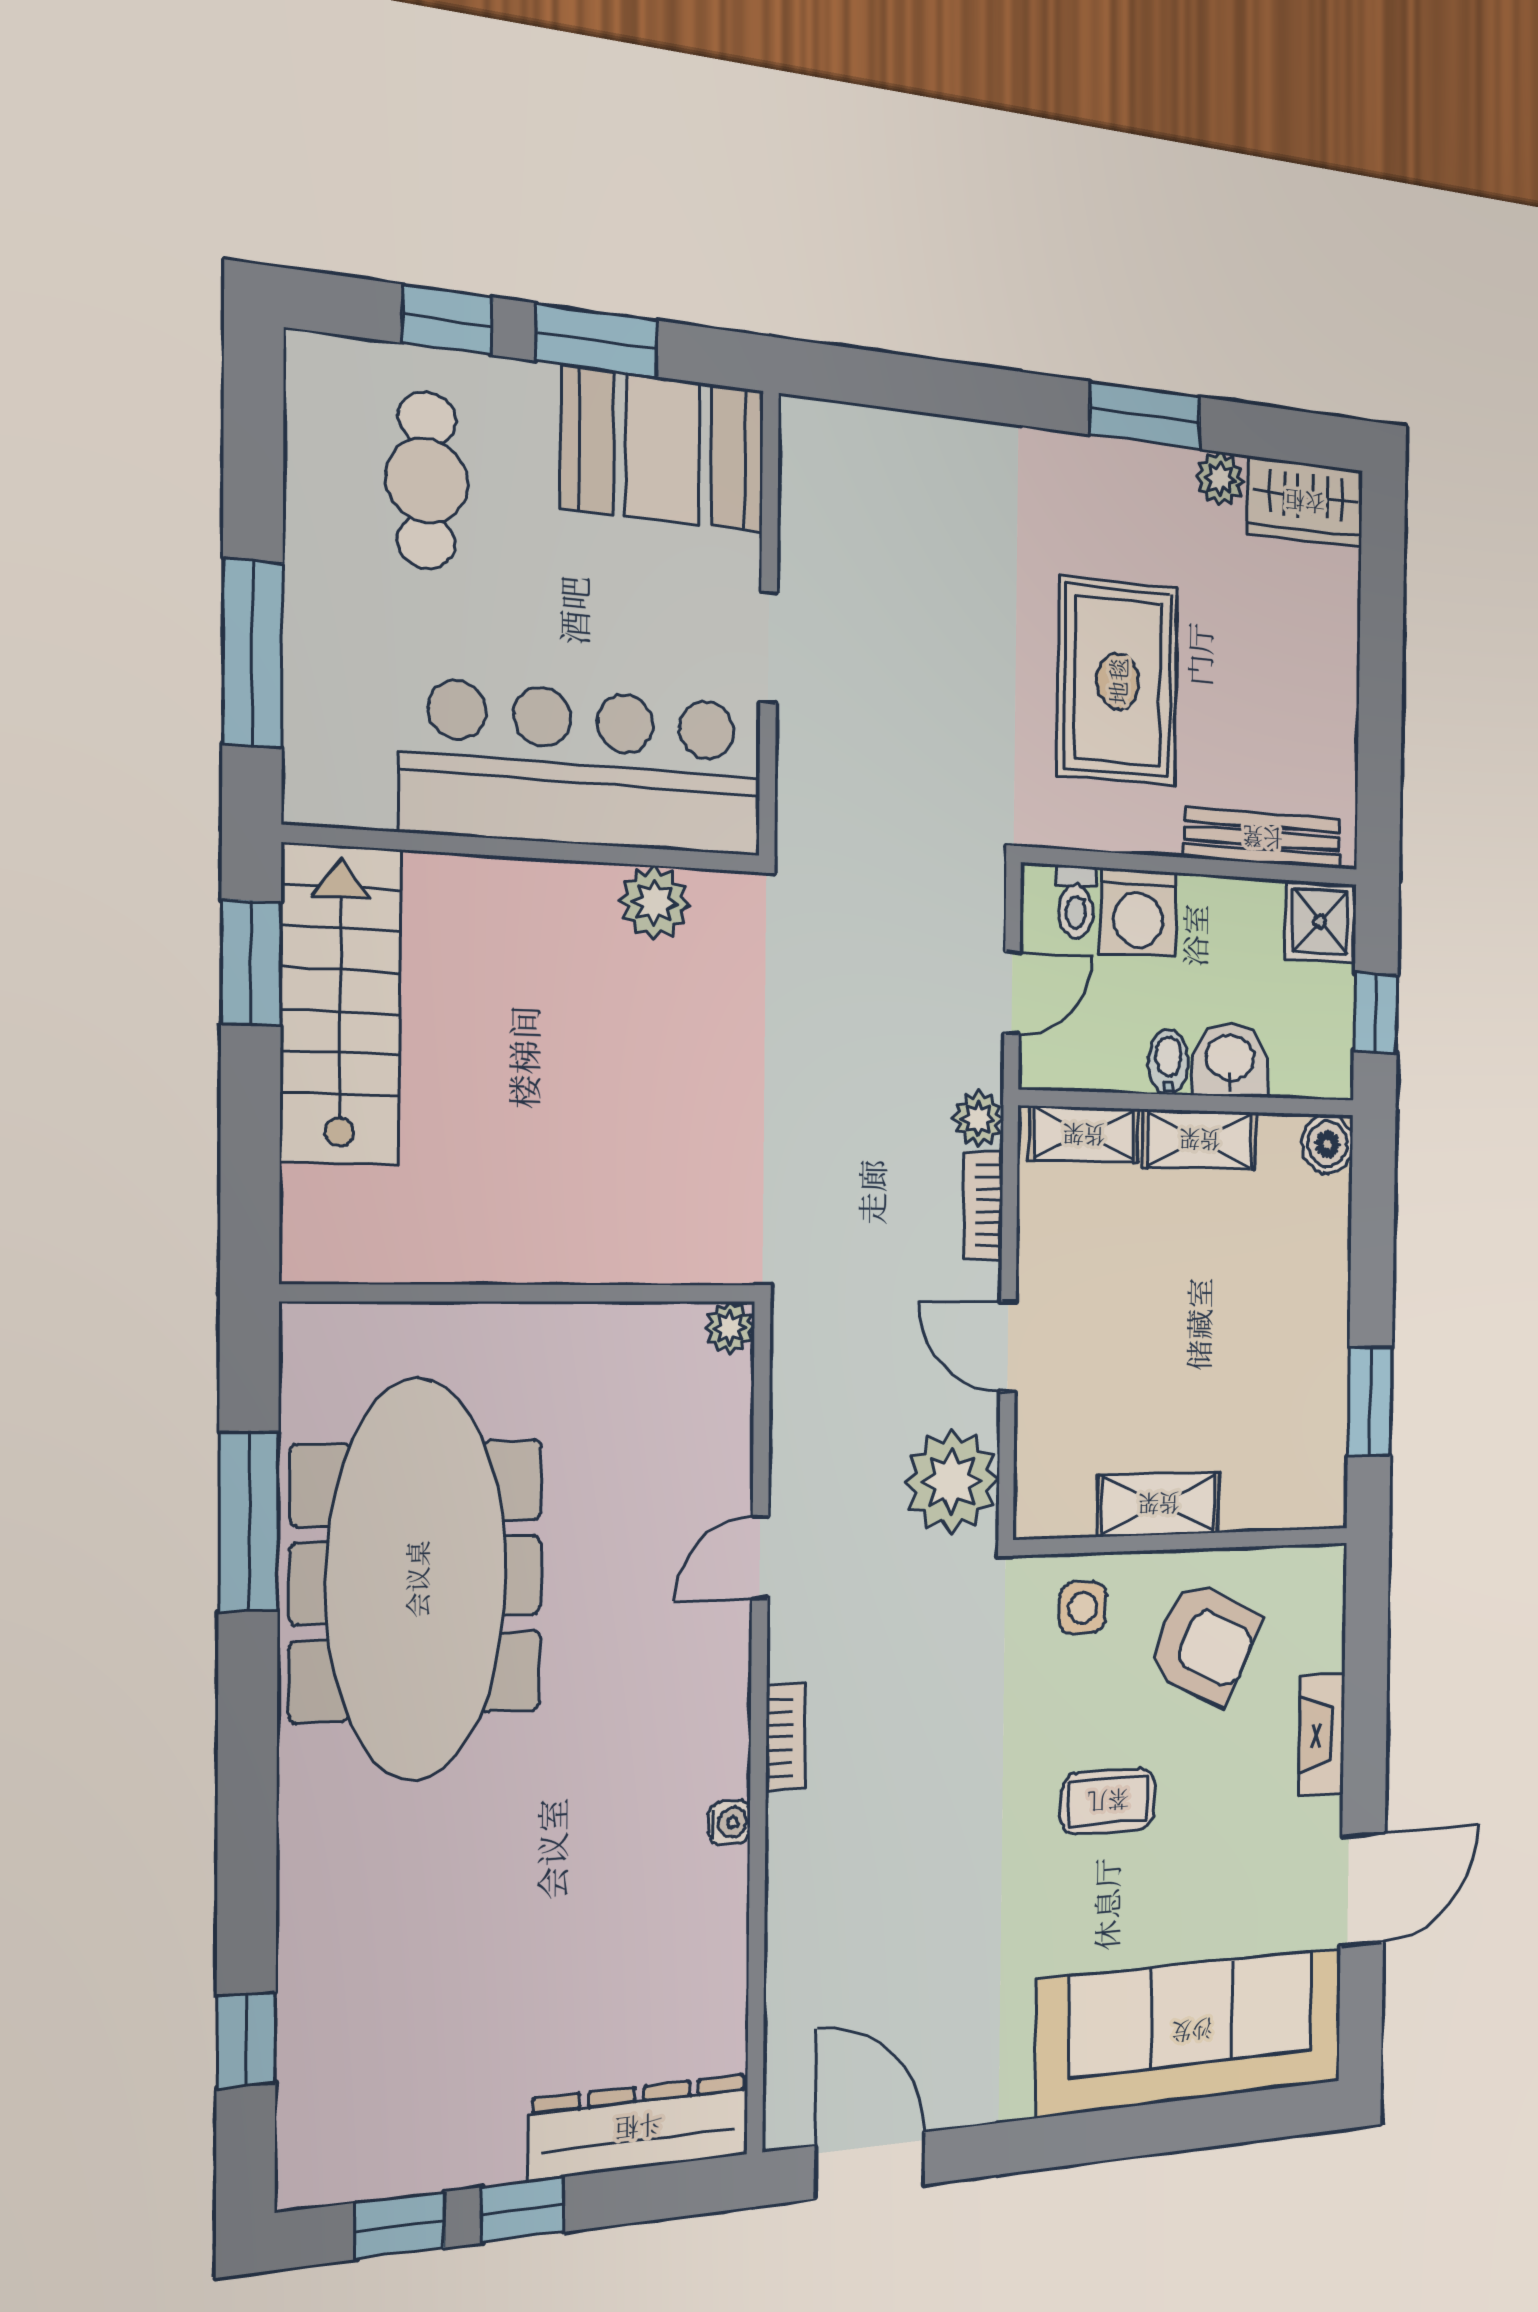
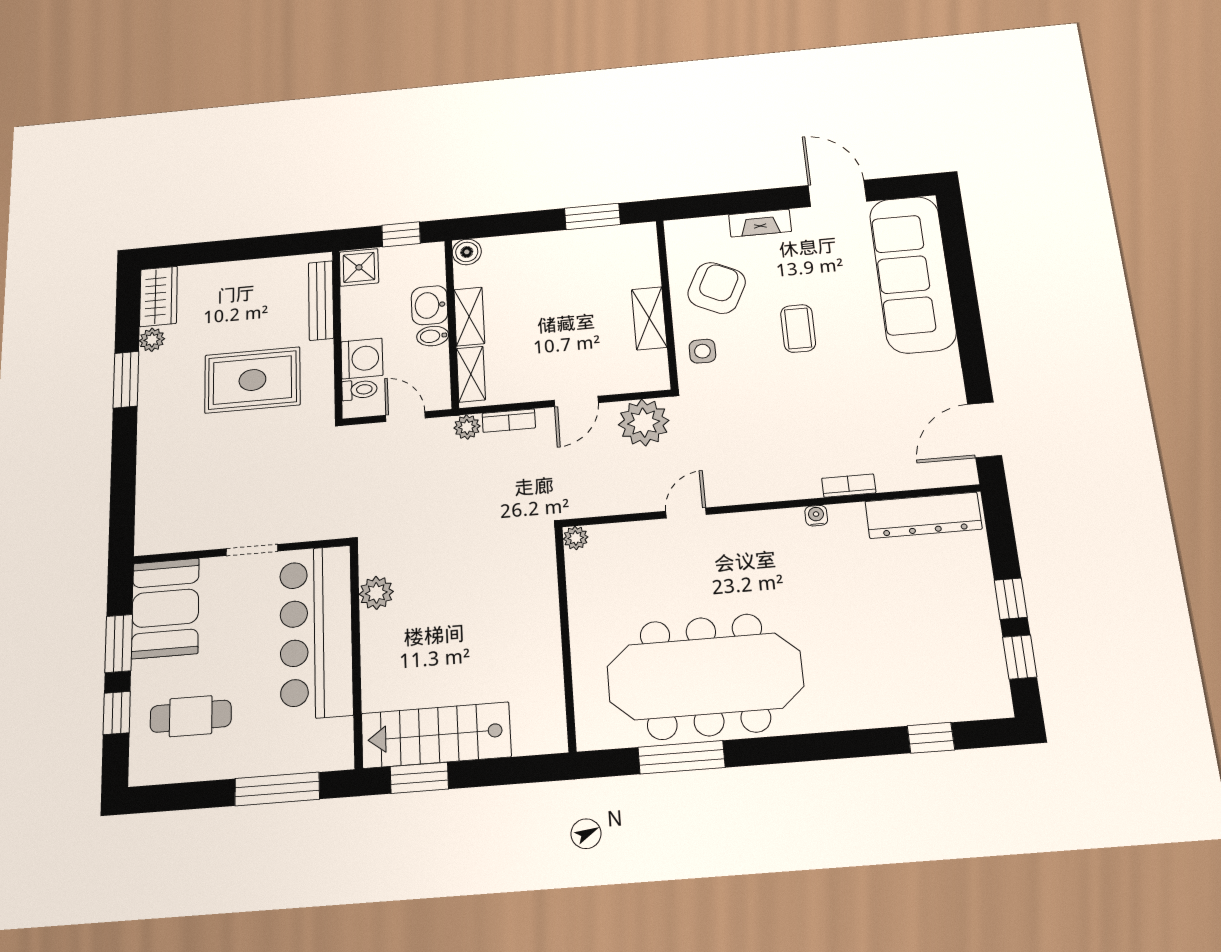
door: (760, 1558) -> (686, 513), swing flipped
bookcase: (786, 1737) -> (849, 486), moved
dresser: (639, 2127) -> (923, 515), moved, turned -90

